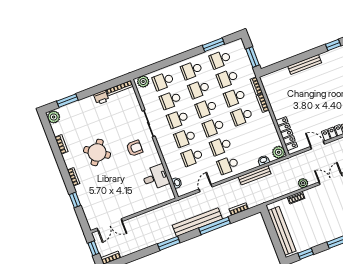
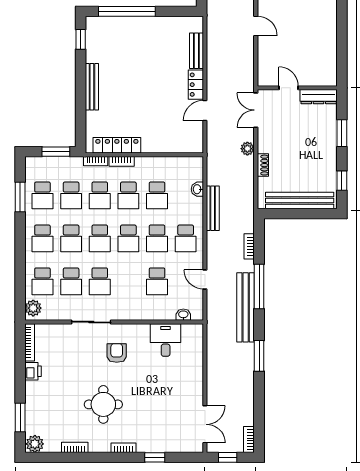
locker: (287, 134) -> (117, 145), moved
school desk: (185, 138) -> (157, 195), moved
round table: (97, 152) -> (103, 404), turned -35
plant: (279, 152) -> (194, 165), removed

